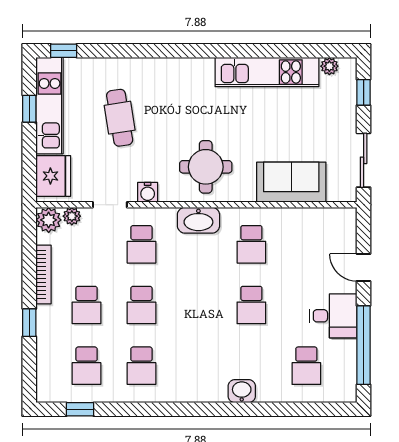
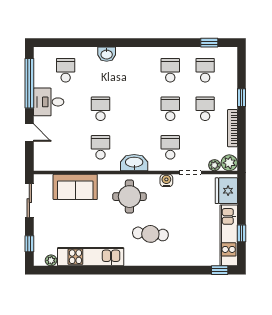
cafe table: (120, 118) -> (150, 234), moved, turned -76

